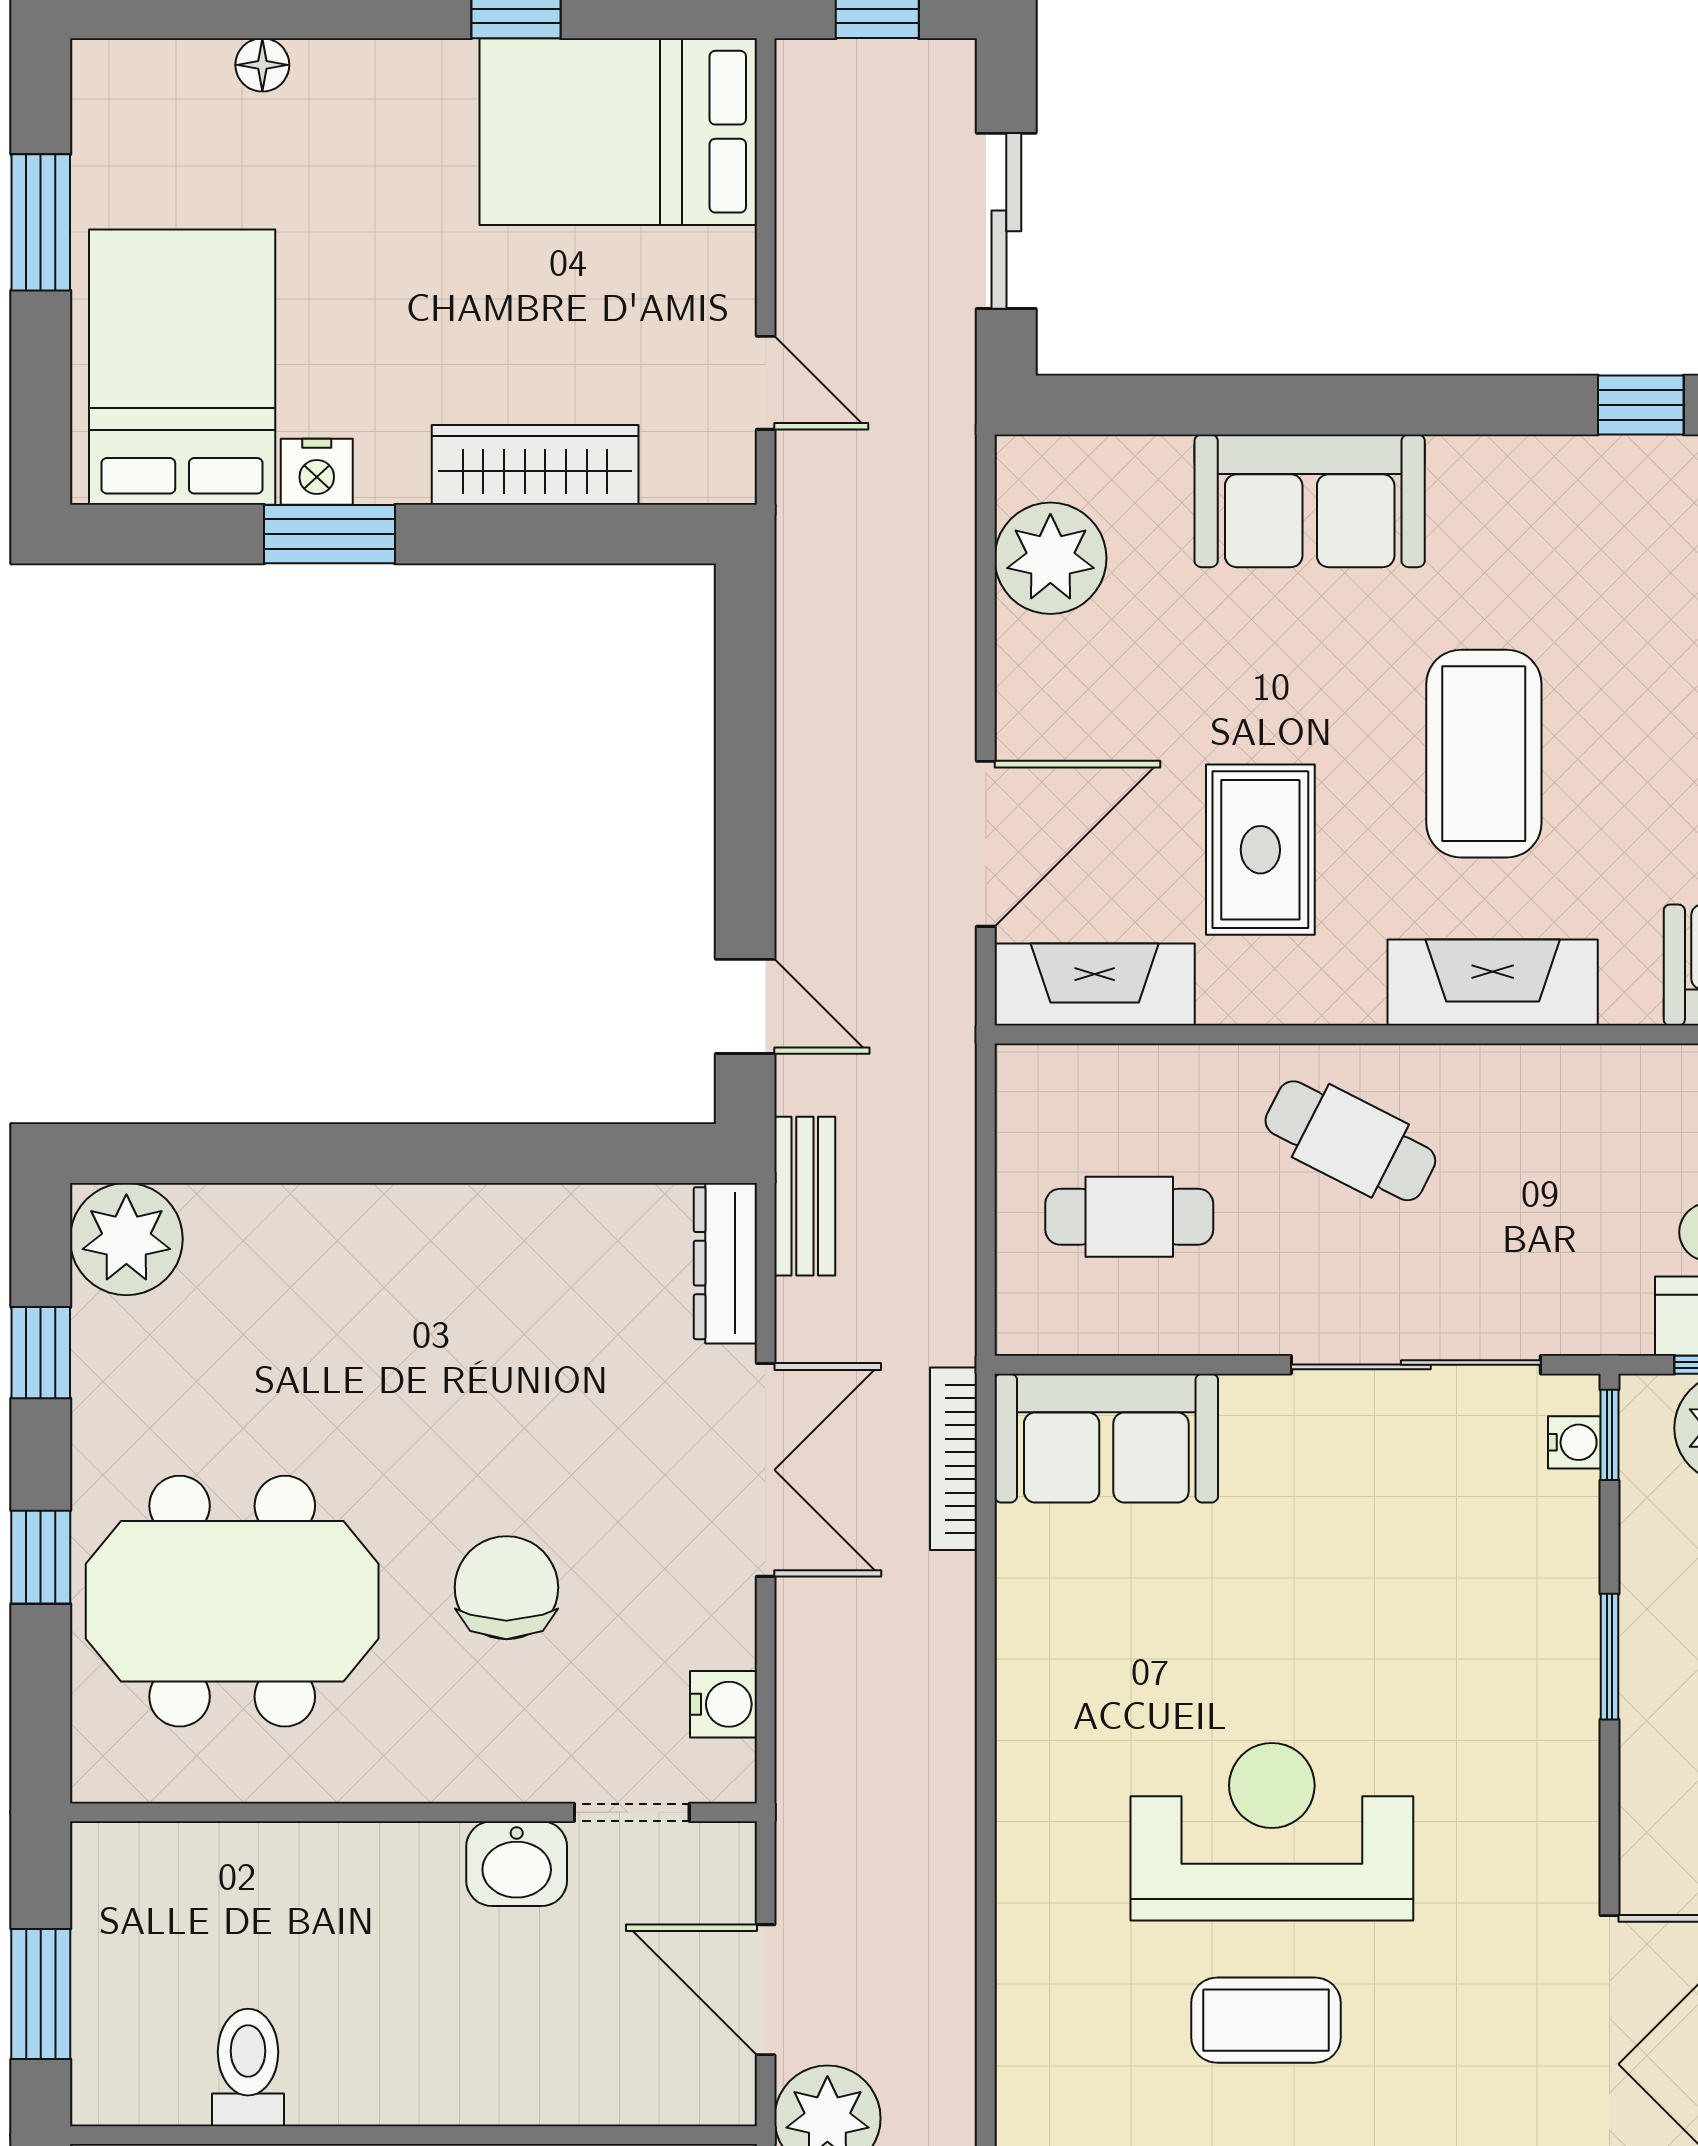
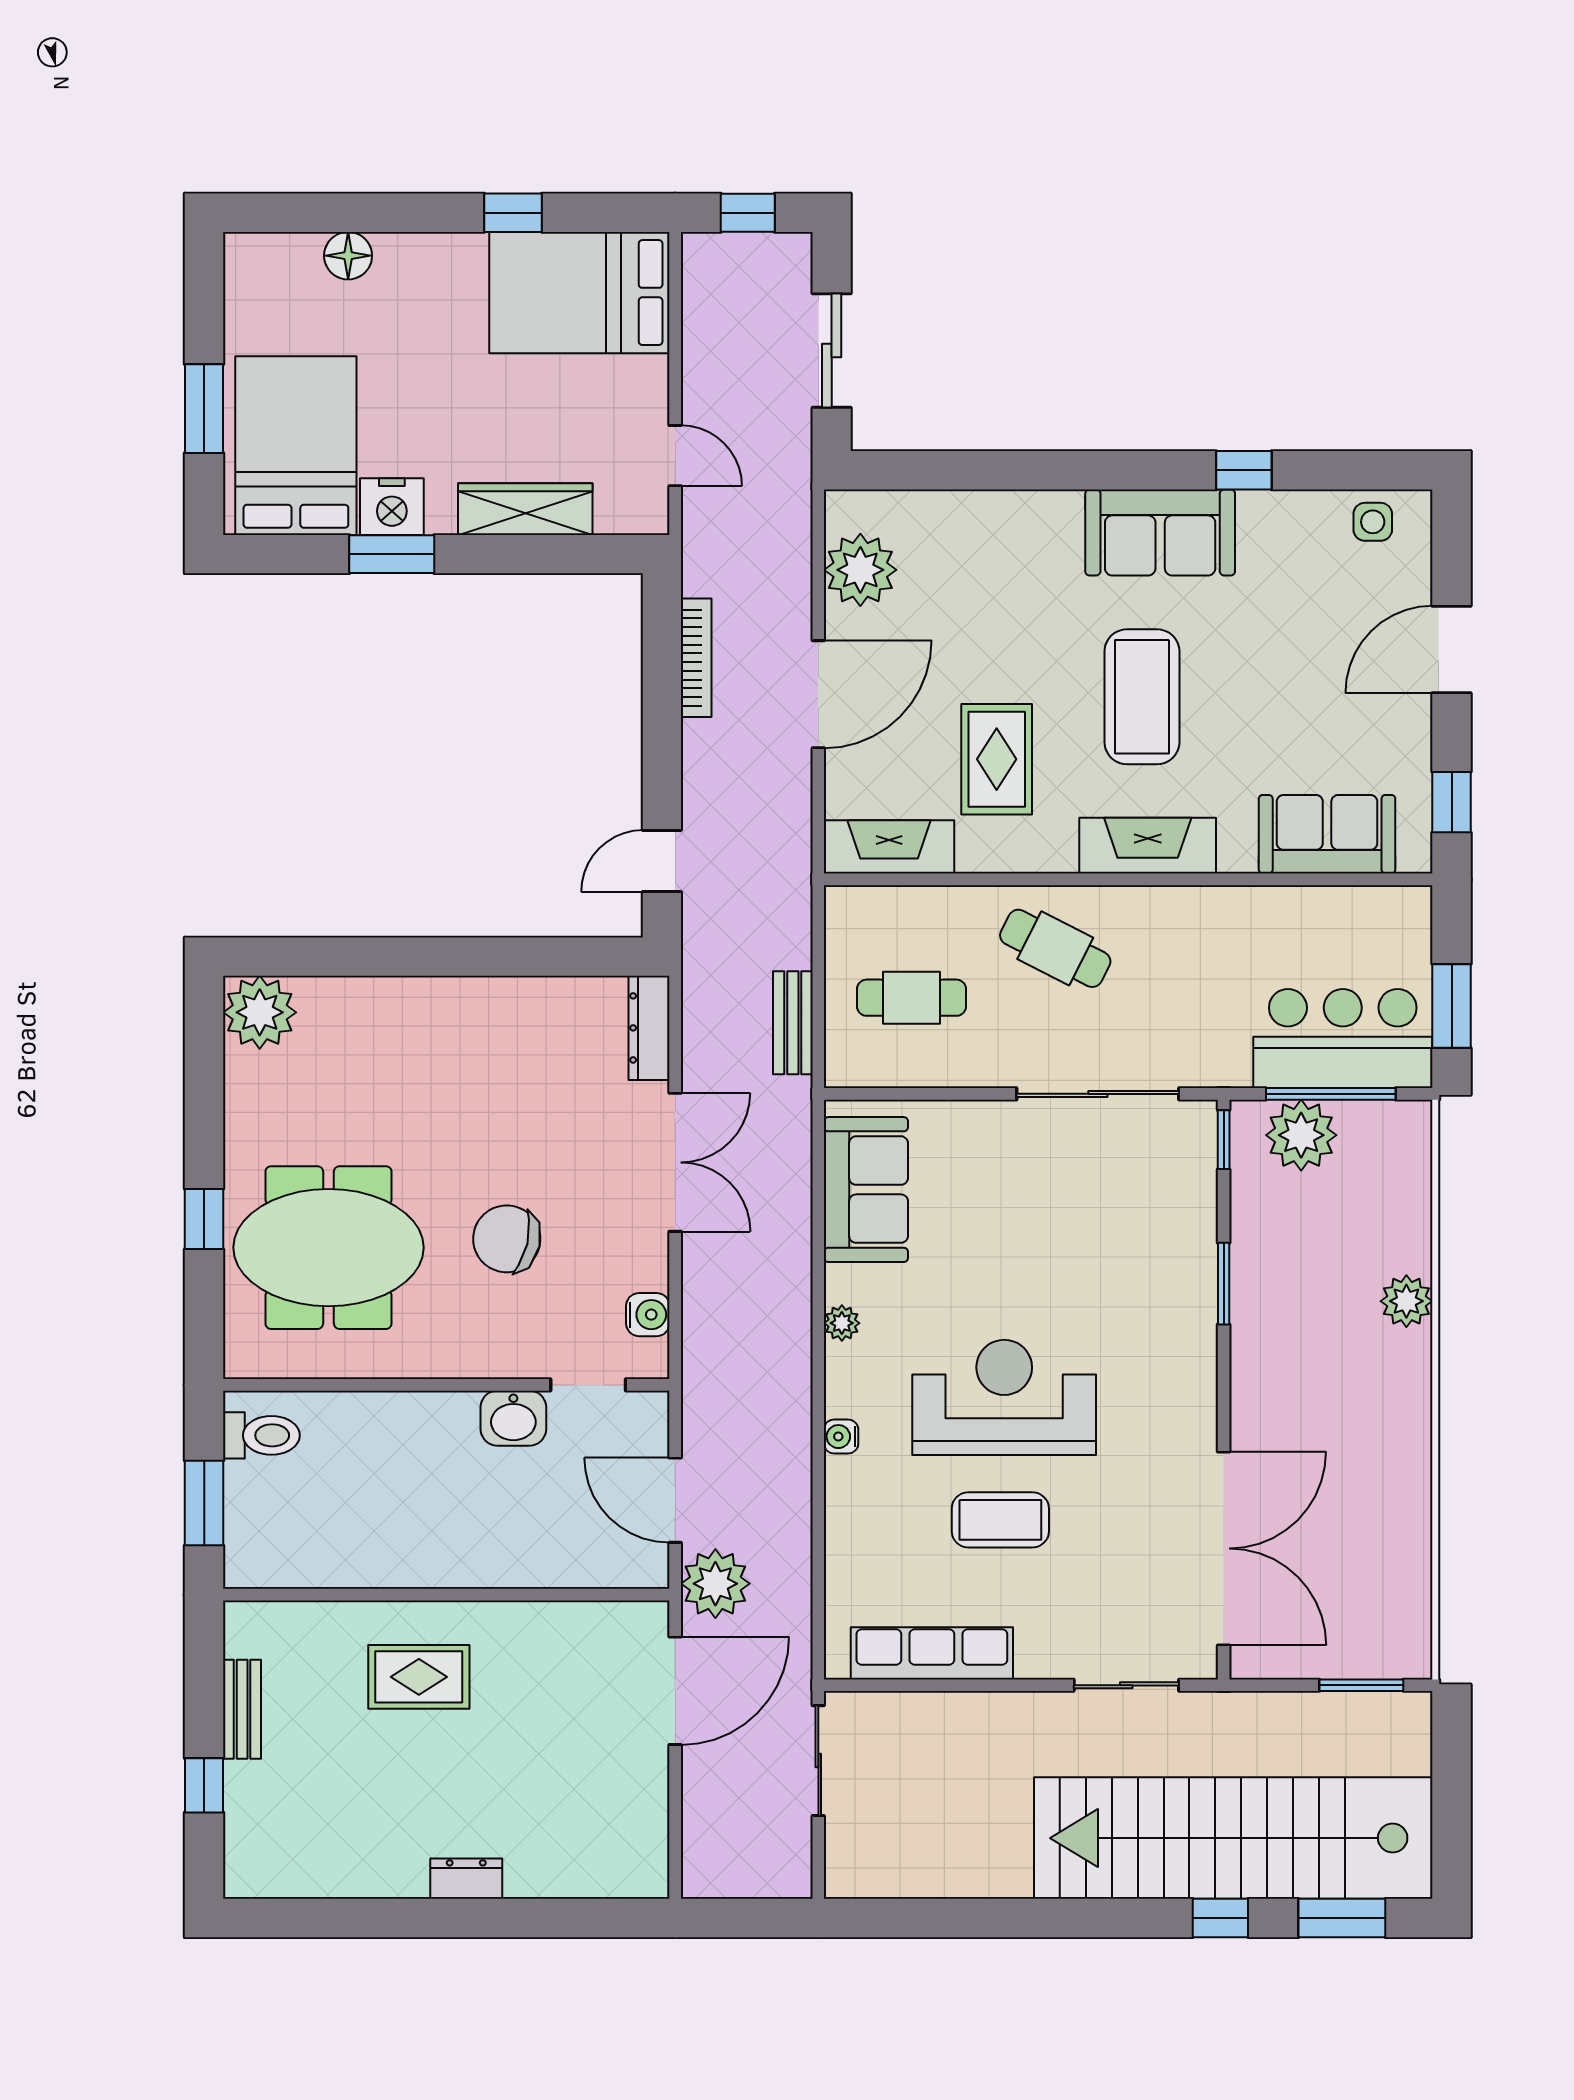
floor lamp: (262, 65) -> (348, 256), width x1.37, depth x1.37
window: (41, 222) -> (204, 409), moved
nightstand: (317, 472) -> (392, 507), width x1.36, depth x1.33
sofa: (1310, 501) -> (1160, 532), moved
door: (986, 844) -> (818, 694), moved
door: (745, 1006) -> (662, 861), swing flipped
bench: (805, 1196) -> (793, 1023), moved
window: (41, 1353) -> (204, 1086), removed
sofa: (1106, 1438) -> (866, 1190), moved, turned -90
water cooler: (1574, 1442) -> (841, 1437), moved, turned 180
bookcase: (954, 1459) -> (696, 658), moved, turned 180
chair: (506, 1588) -> (507, 1239), turned -77
plant: (1022, 1717) -> (842, 1323), added
toilet: (248, 2067) -> (261, 1435), moved, turned 90

